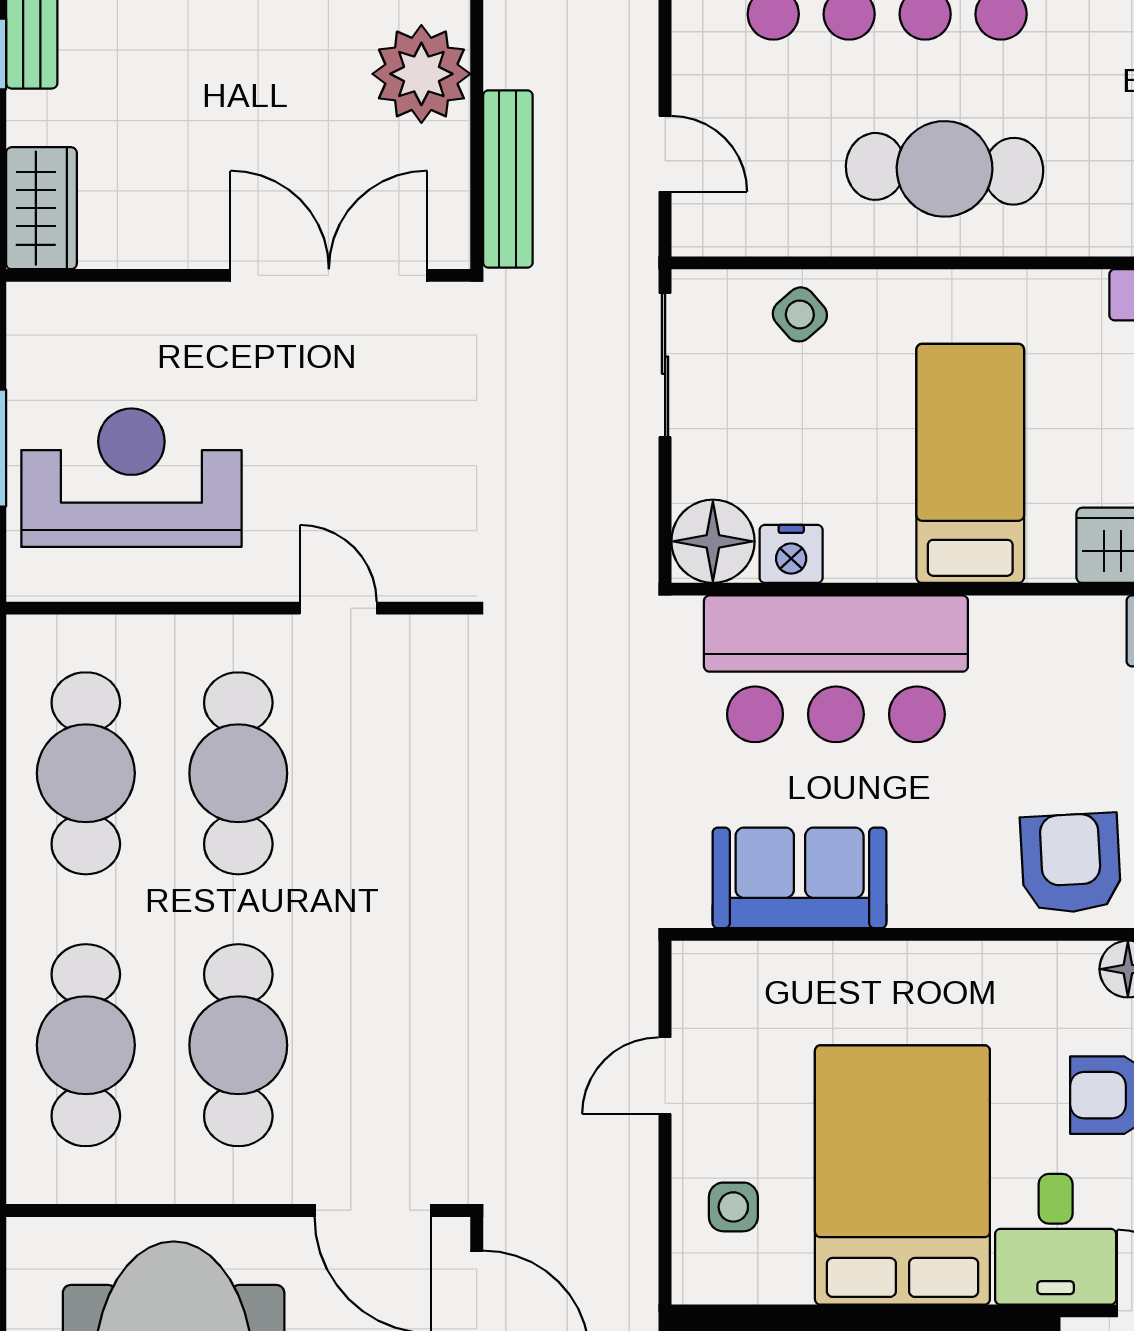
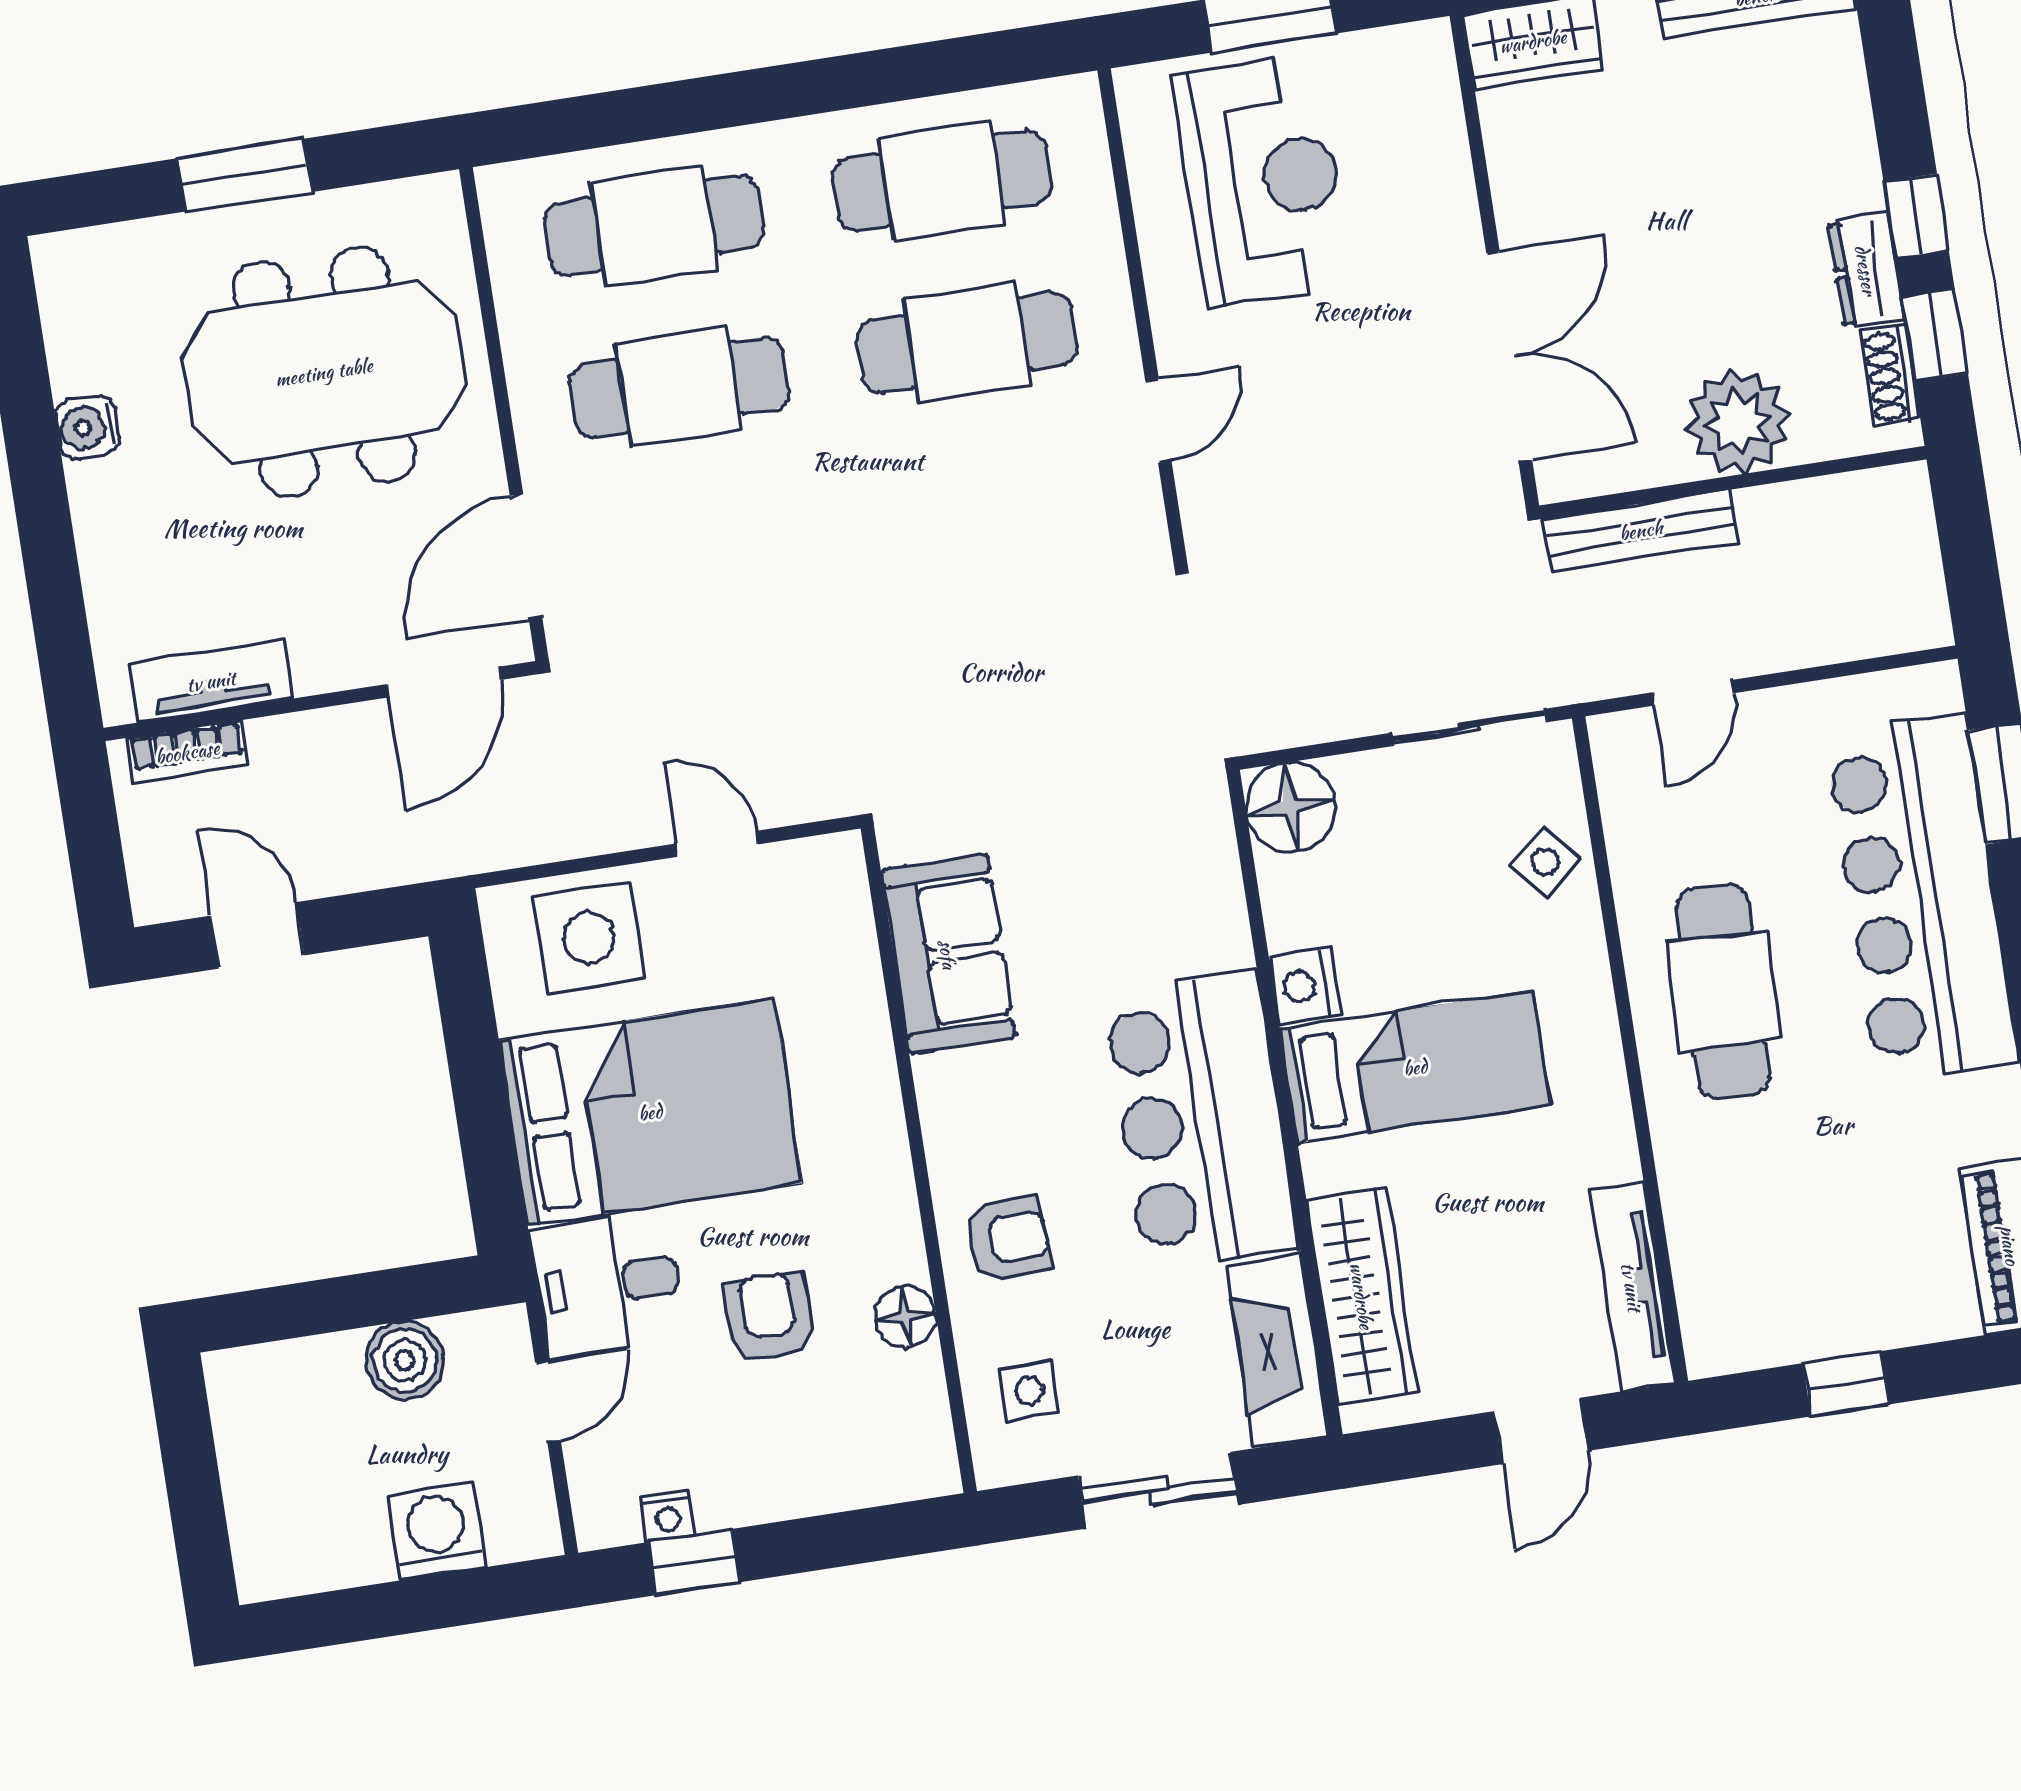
nightstand: (791, 554) -> (1305, 986), moved
bar counter: (836, 669) -> (1201, 1121), moved
armchair: (1071, 863) -> (1008, 1239), width x0.72, depth x0.72
side table: (733, 1207) -> (589, 938), width x1.87, depth x1.87

